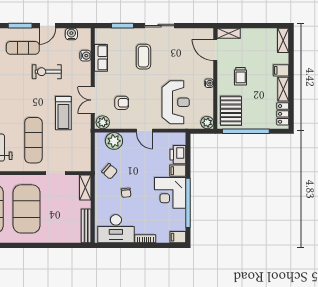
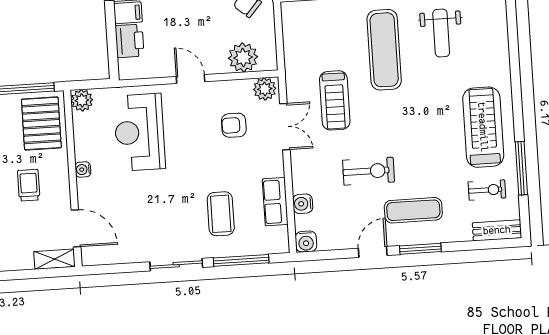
window: (123, 26) -> (241, 260), width x1.44
water cooler: (71, 34) -> (306, 242), moved
coffee table: (143, 57) -> (221, 214), moved
treadmill: (63, 113) -> (335, 100), turned 180

